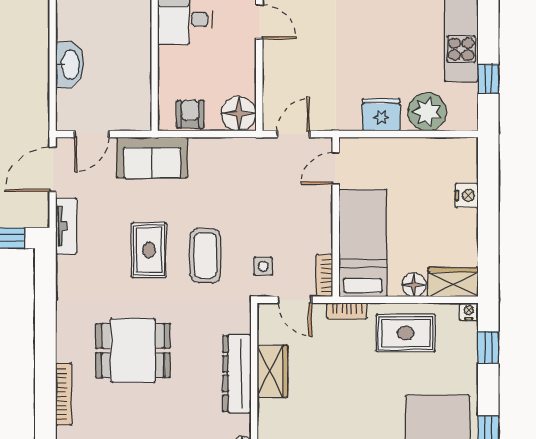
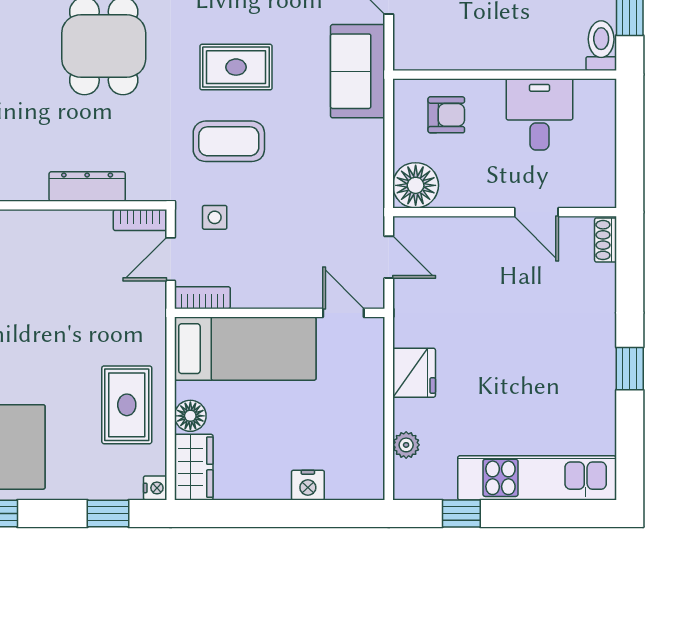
door: (259, 22) -> (536, 212), hinge flipped
plant: (427, 112) -> (406, 445), width x0.53, depth x0.53
armchair: (190, 114) -> (446, 115), moved
bookcase: (347, 311) -> (140, 220), moved, turned -90
wardrobe: (272, 371) -> (76, 229), removed
dresser: (237, 374) -> (87, 187), width x0.73, depth x0.80

